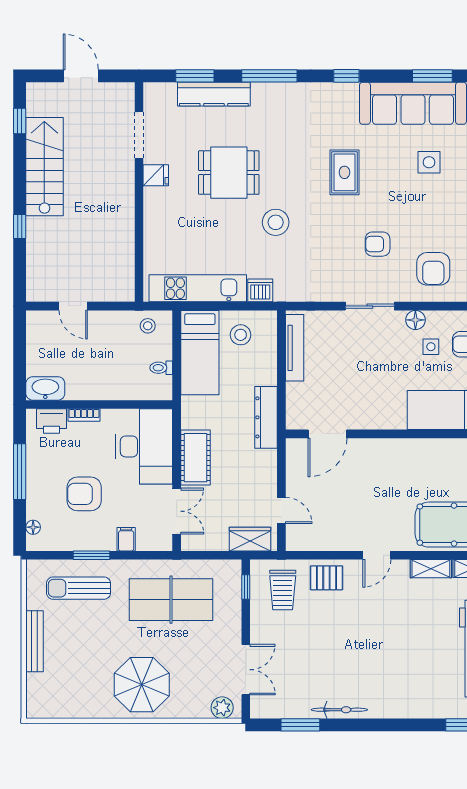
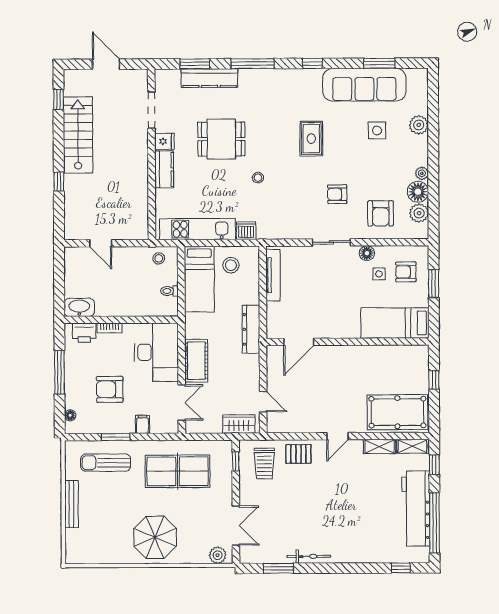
kitchen counter: (155, 211) -> (164, 169), added
stool: (276, 222) -> (258, 178), width x0.53, depth x0.53

